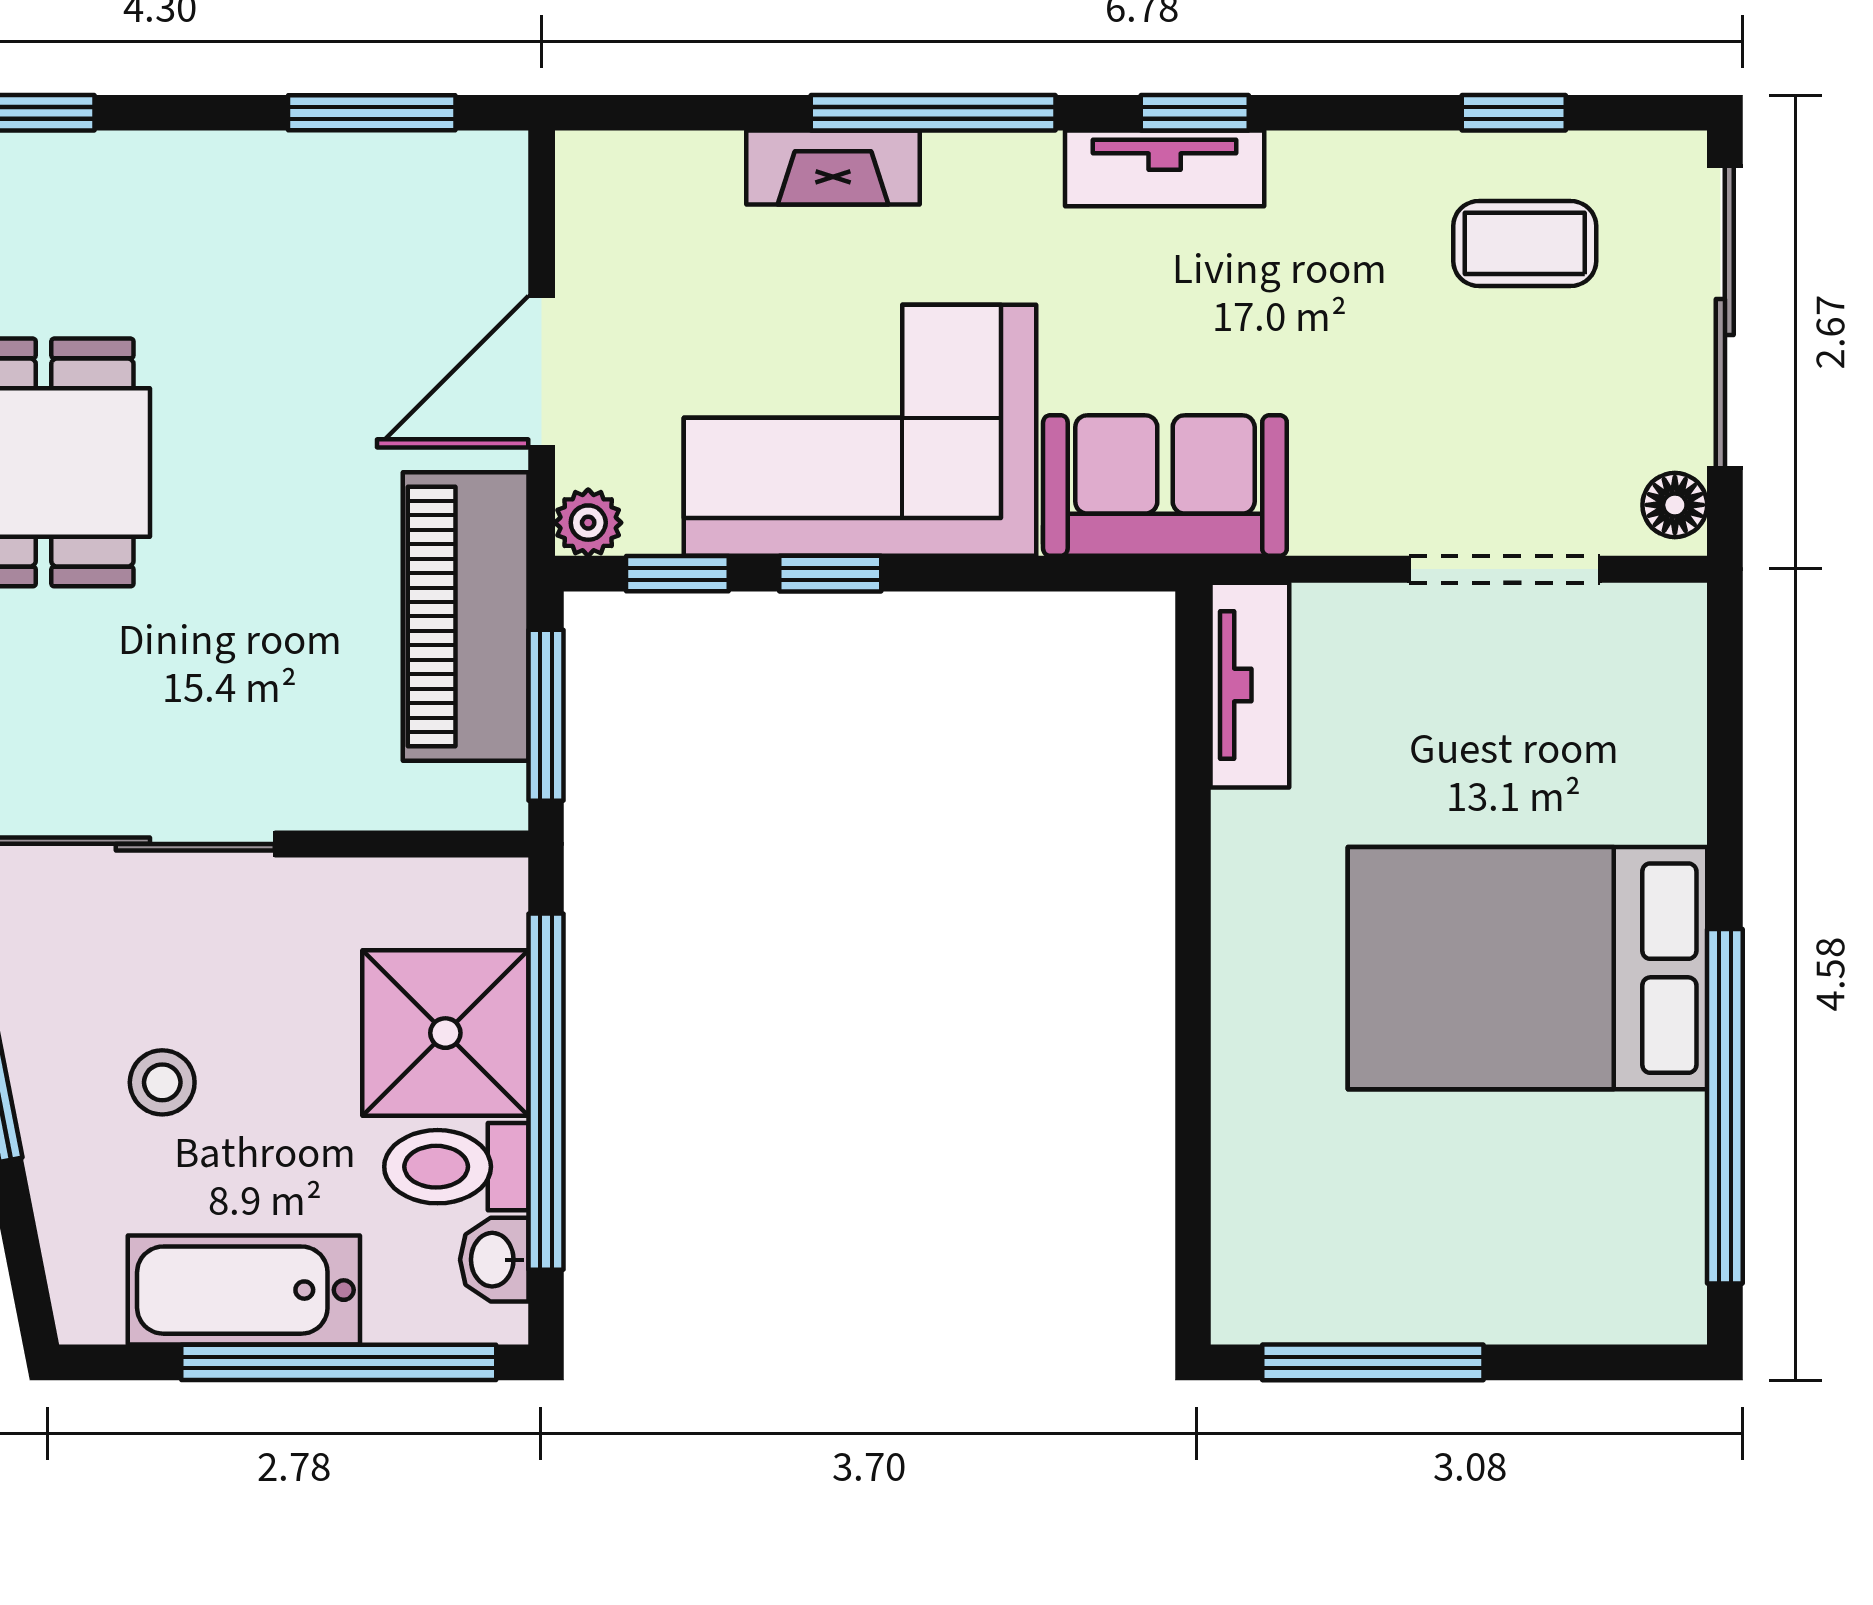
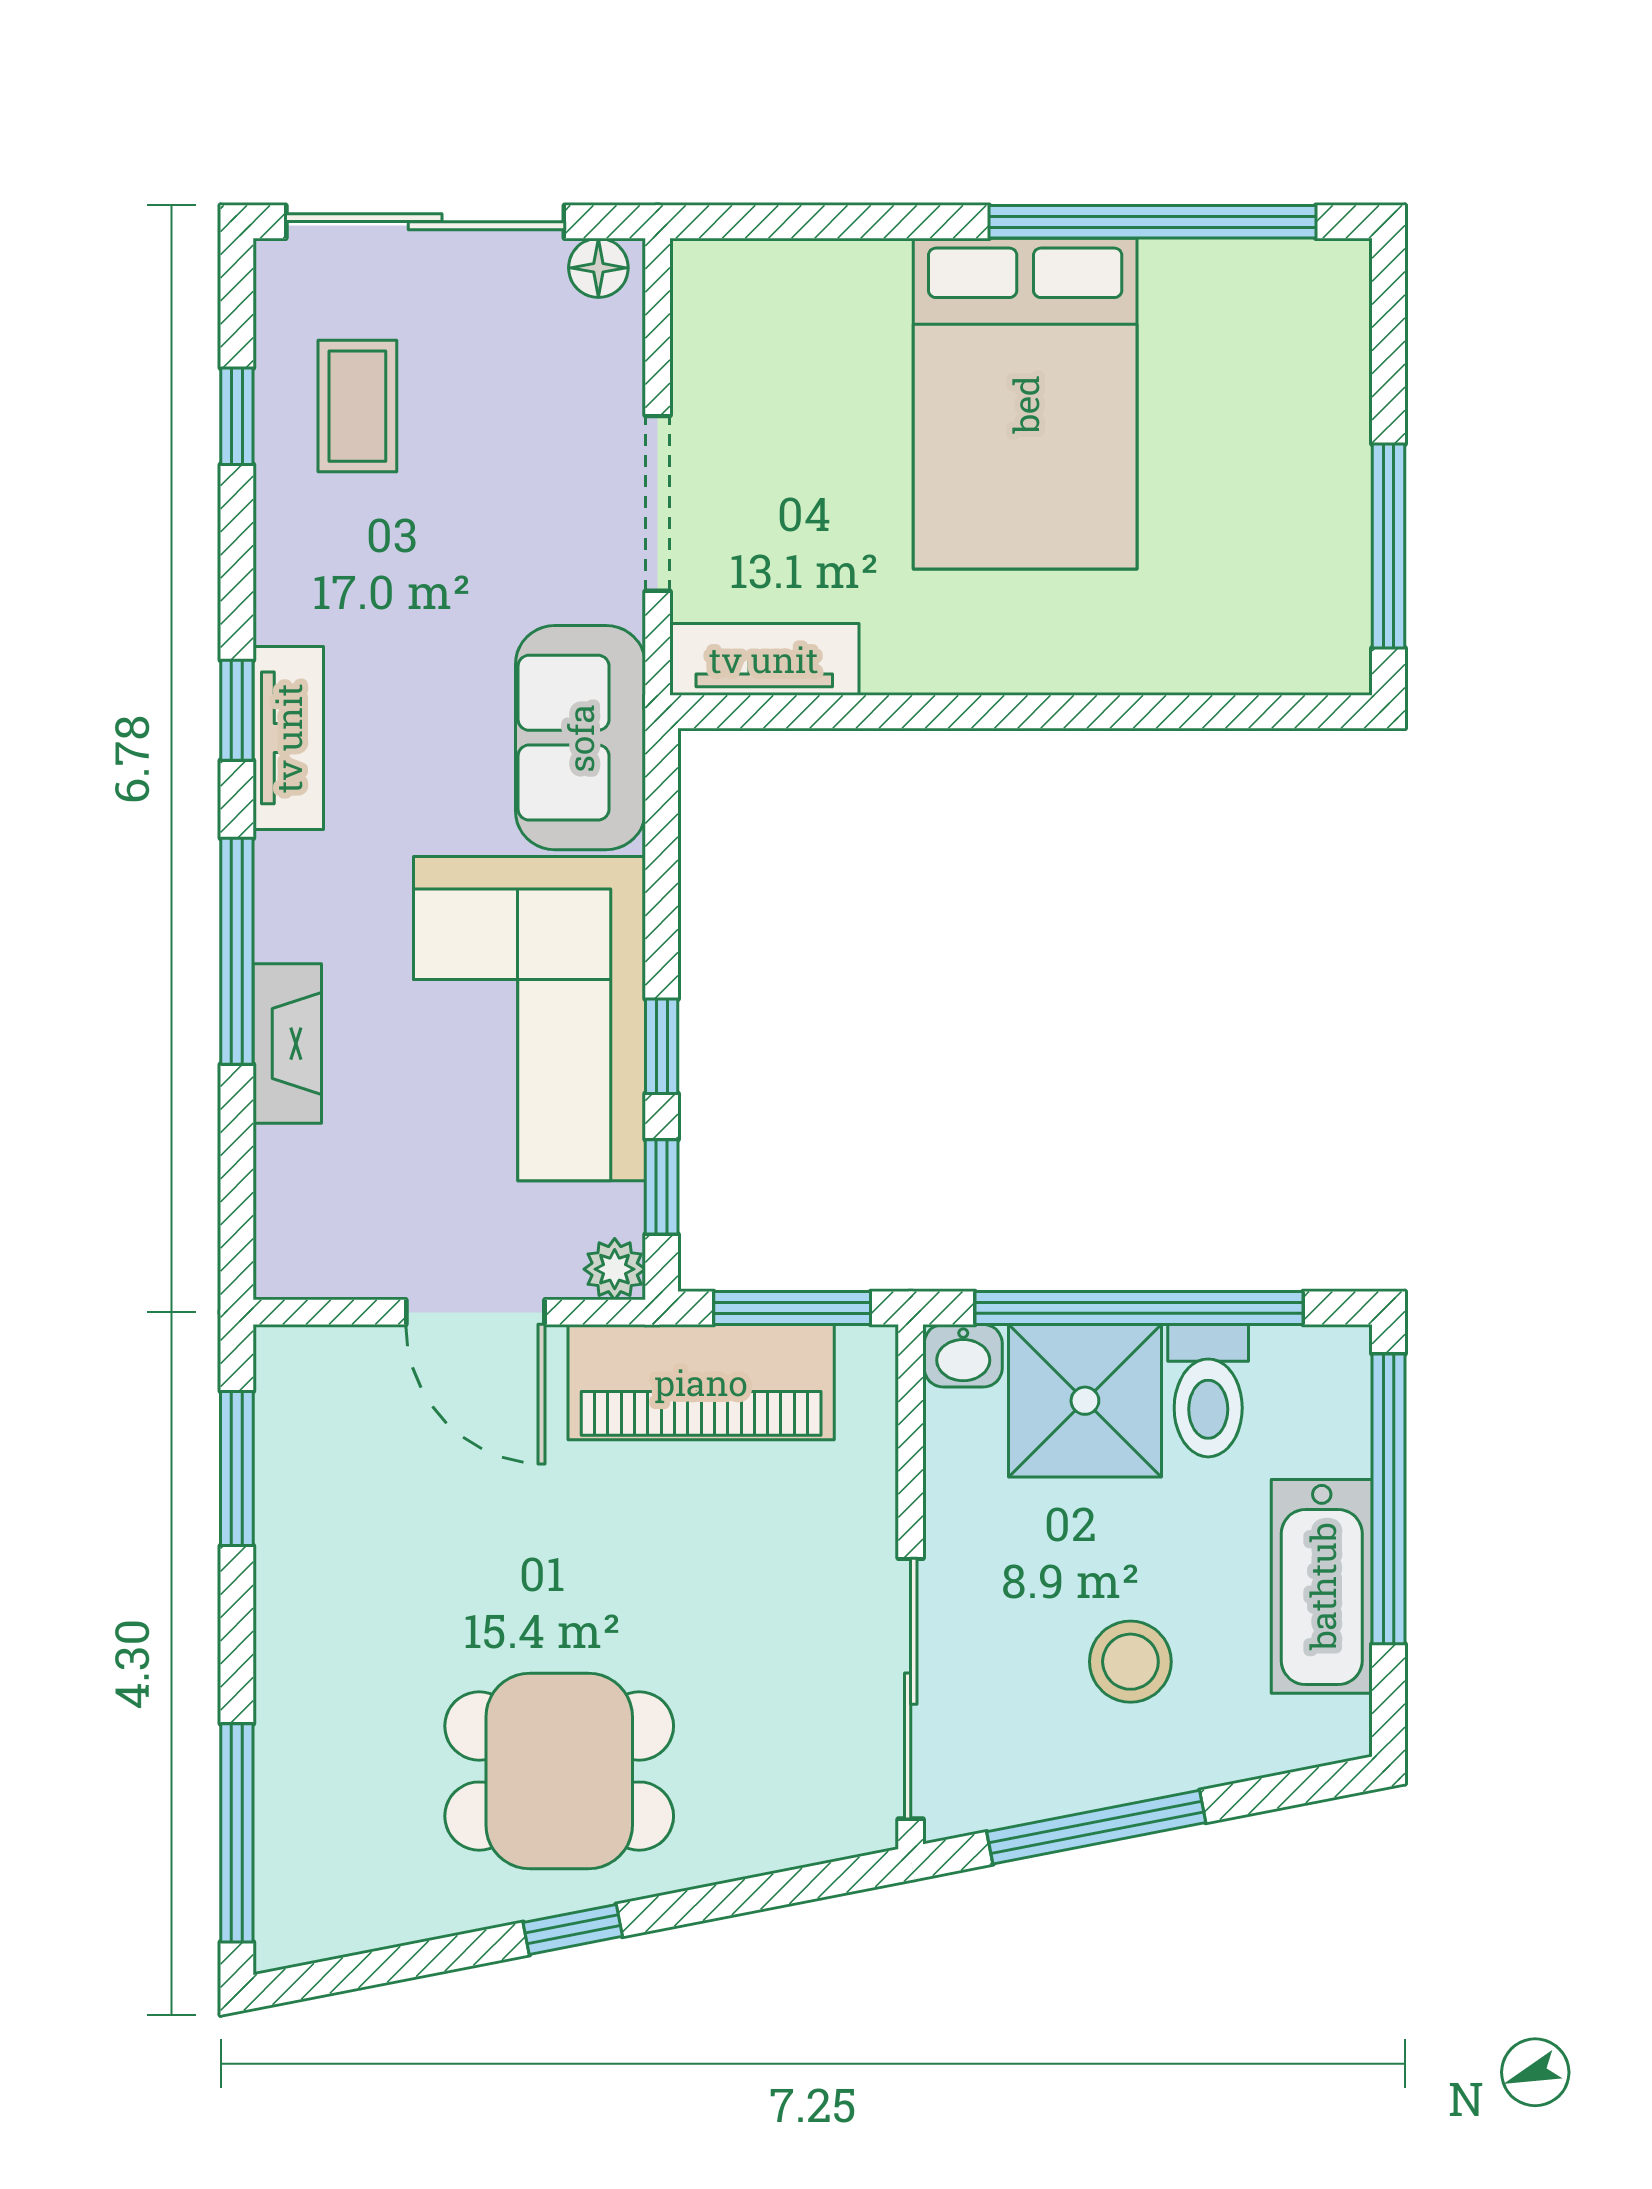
doorway: (1505, 569) -> (658, 503), moved
stool: (162, 1082) -> (1130, 1662), width x1.37, depth x1.37
washbasin: (494, 1260) -> (963, 1356), moved

